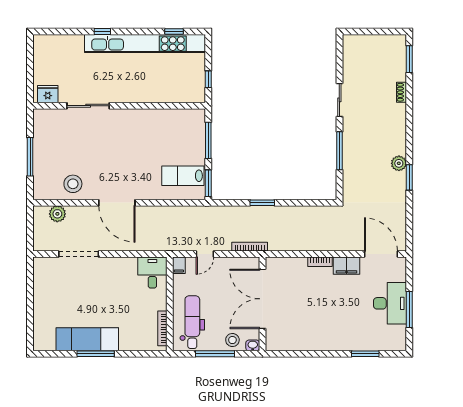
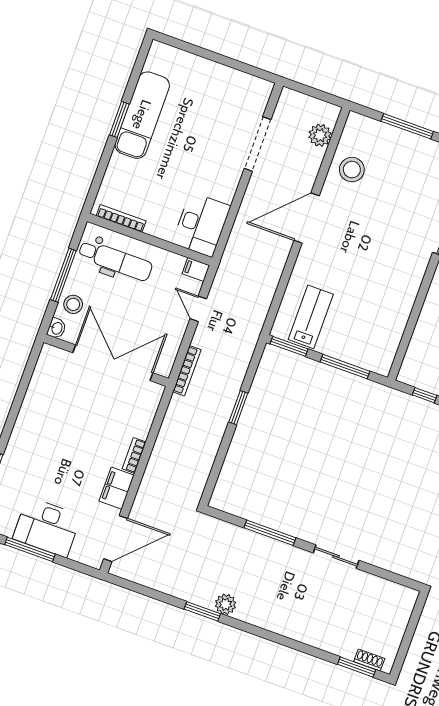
shoe rack: (401, 92) -> (369, 660), moved
desk: (152, 273) -> (201, 224), width x1.37
window: (96, 354) -> (119, 119), width x0.69

